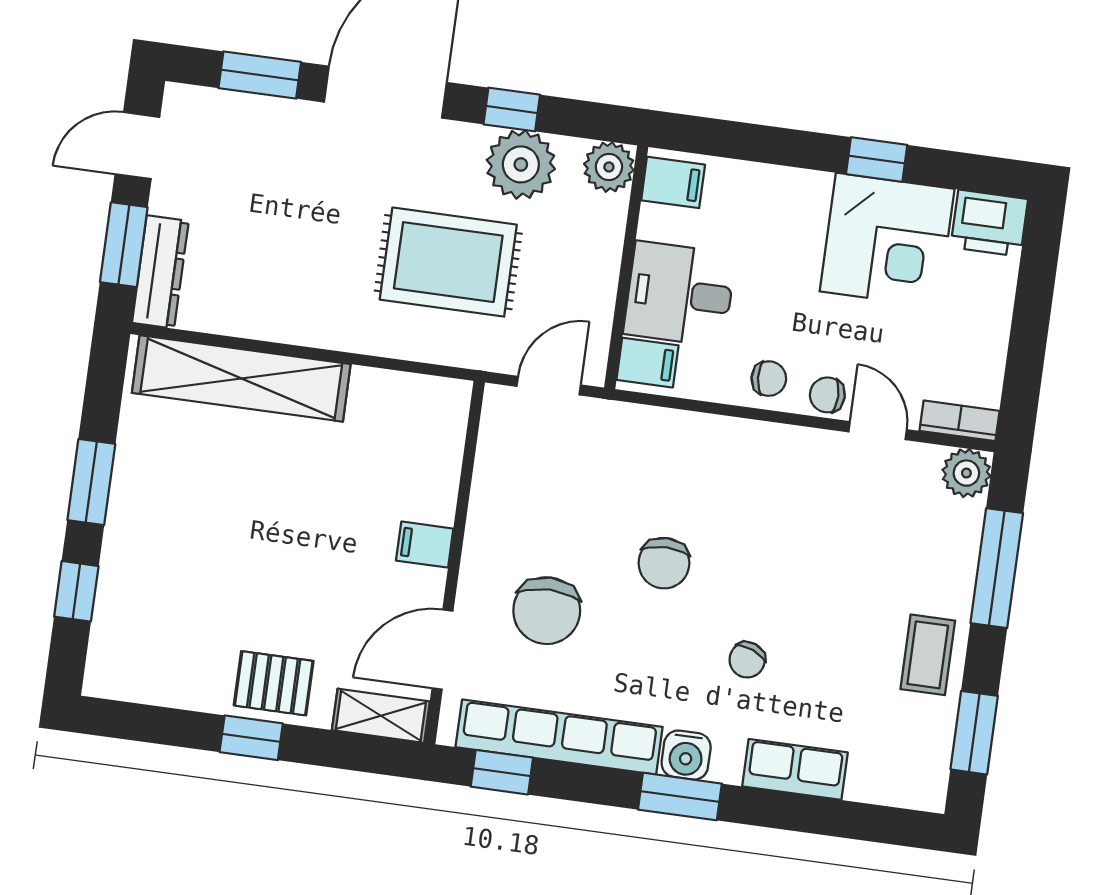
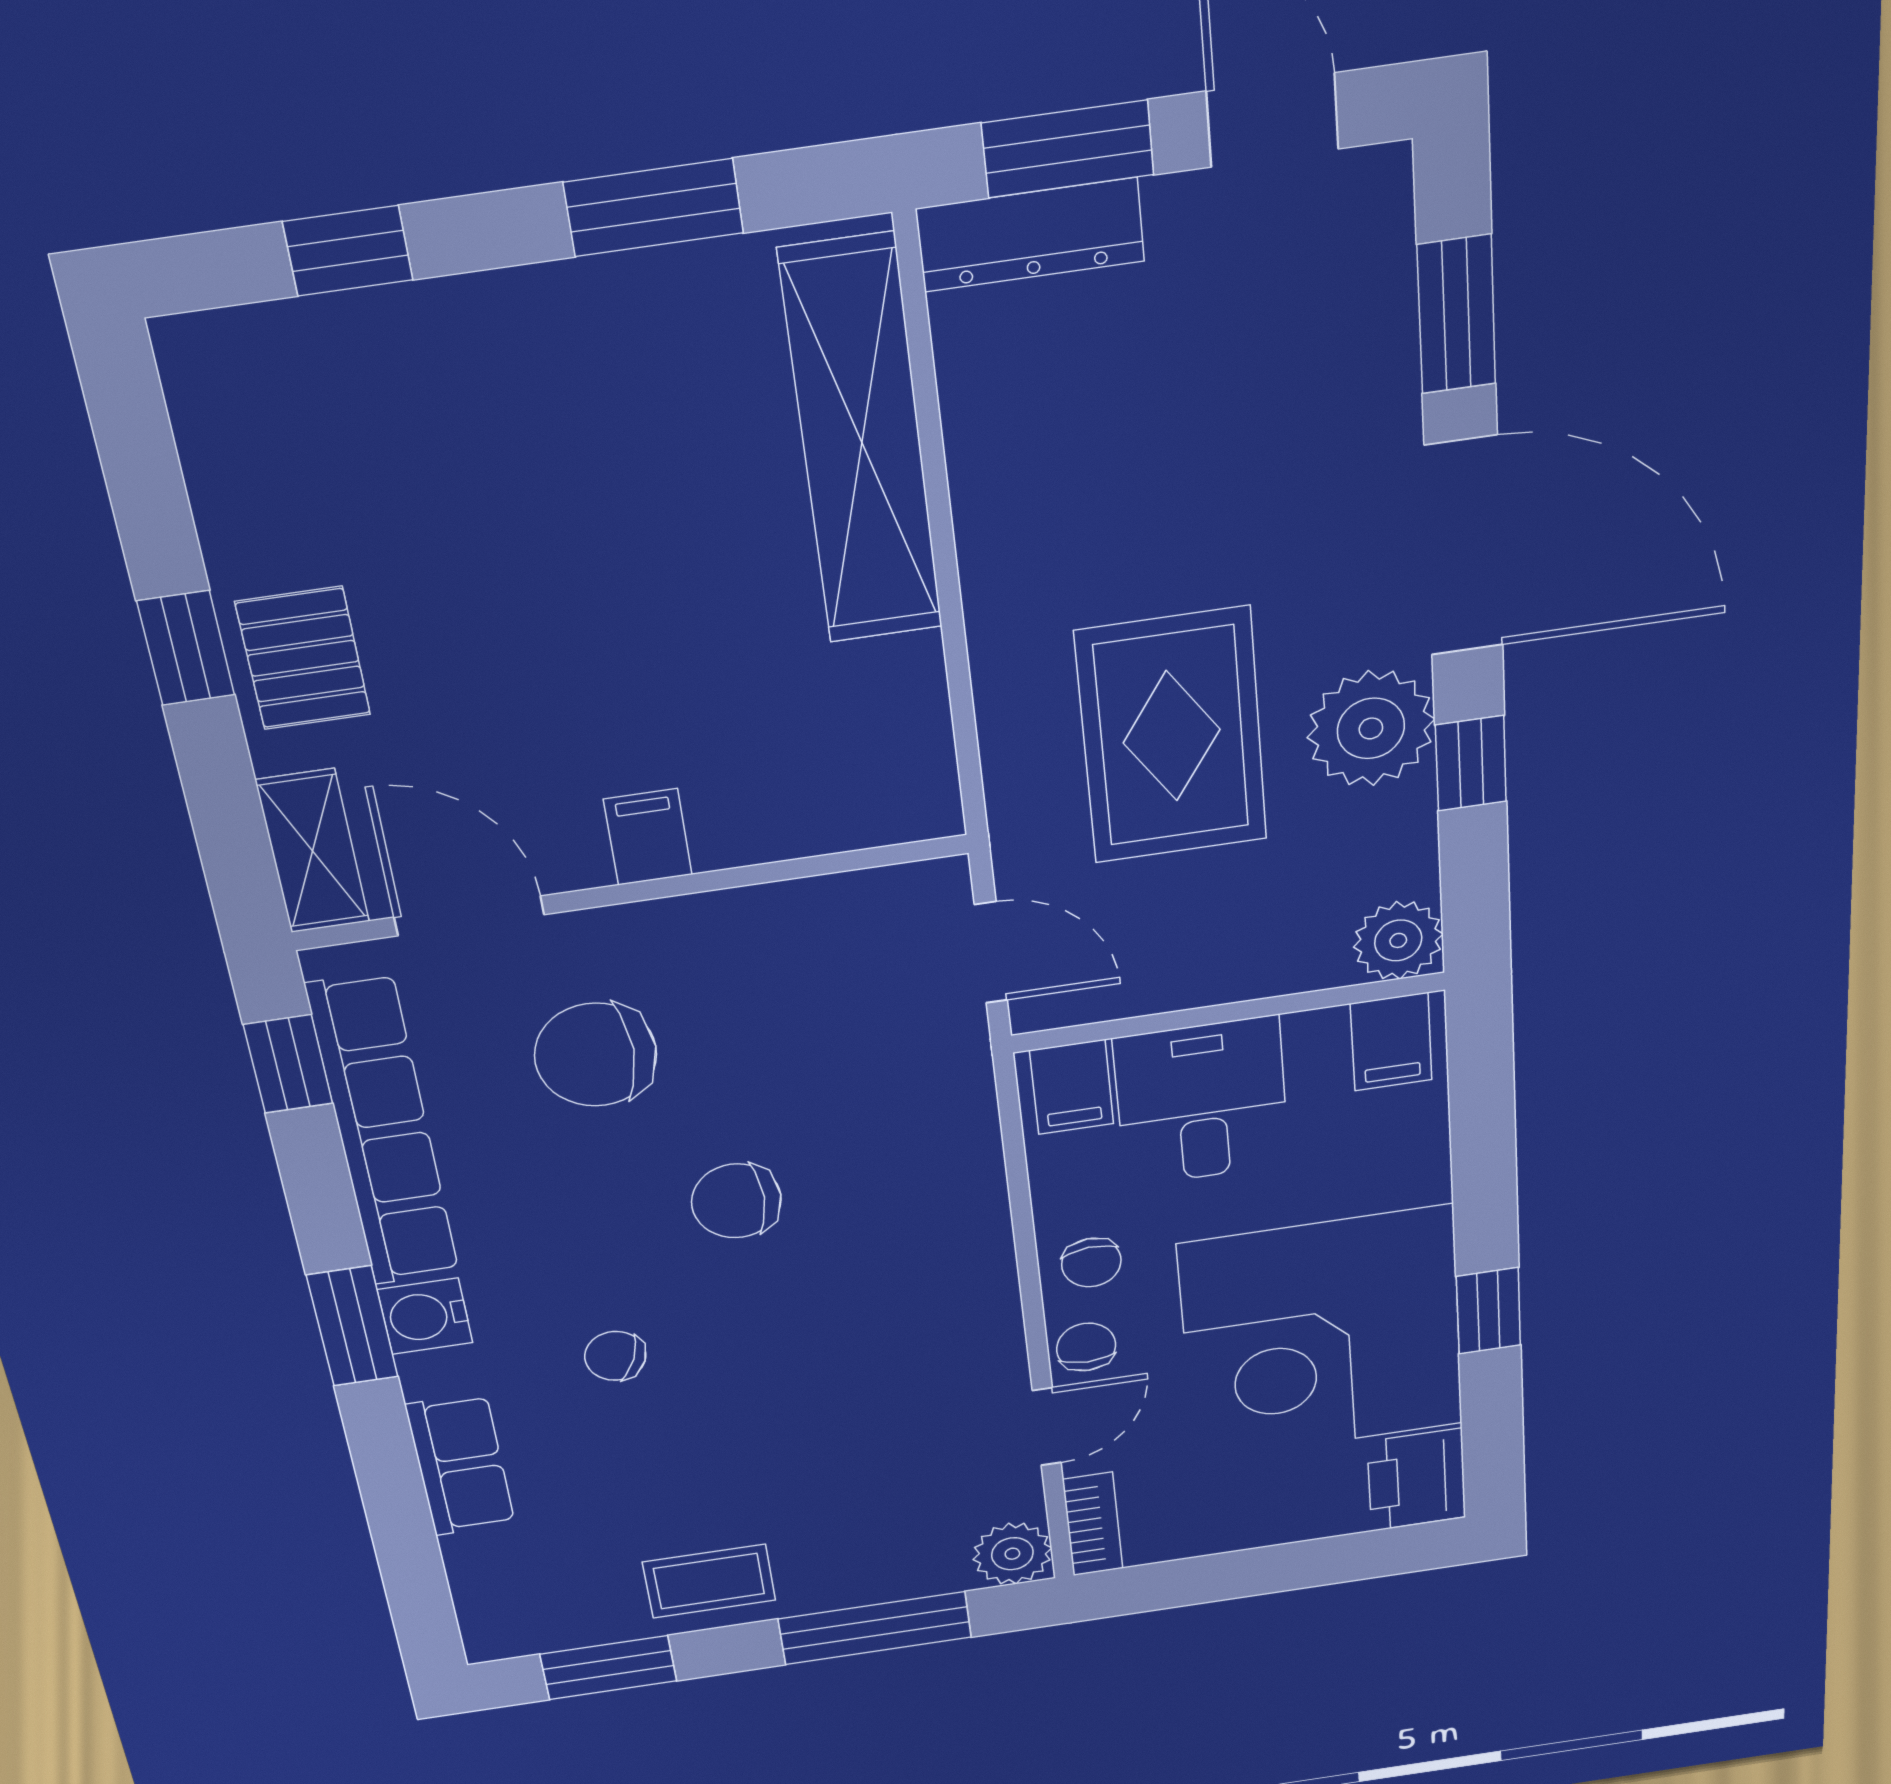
plant: (521, 164) -> (1371, 728), moved
corner desk: (887, 240) -> (1322, 1335), width x1.36, depth x1.36
window: (91, 482) -> (654, 208), moved

